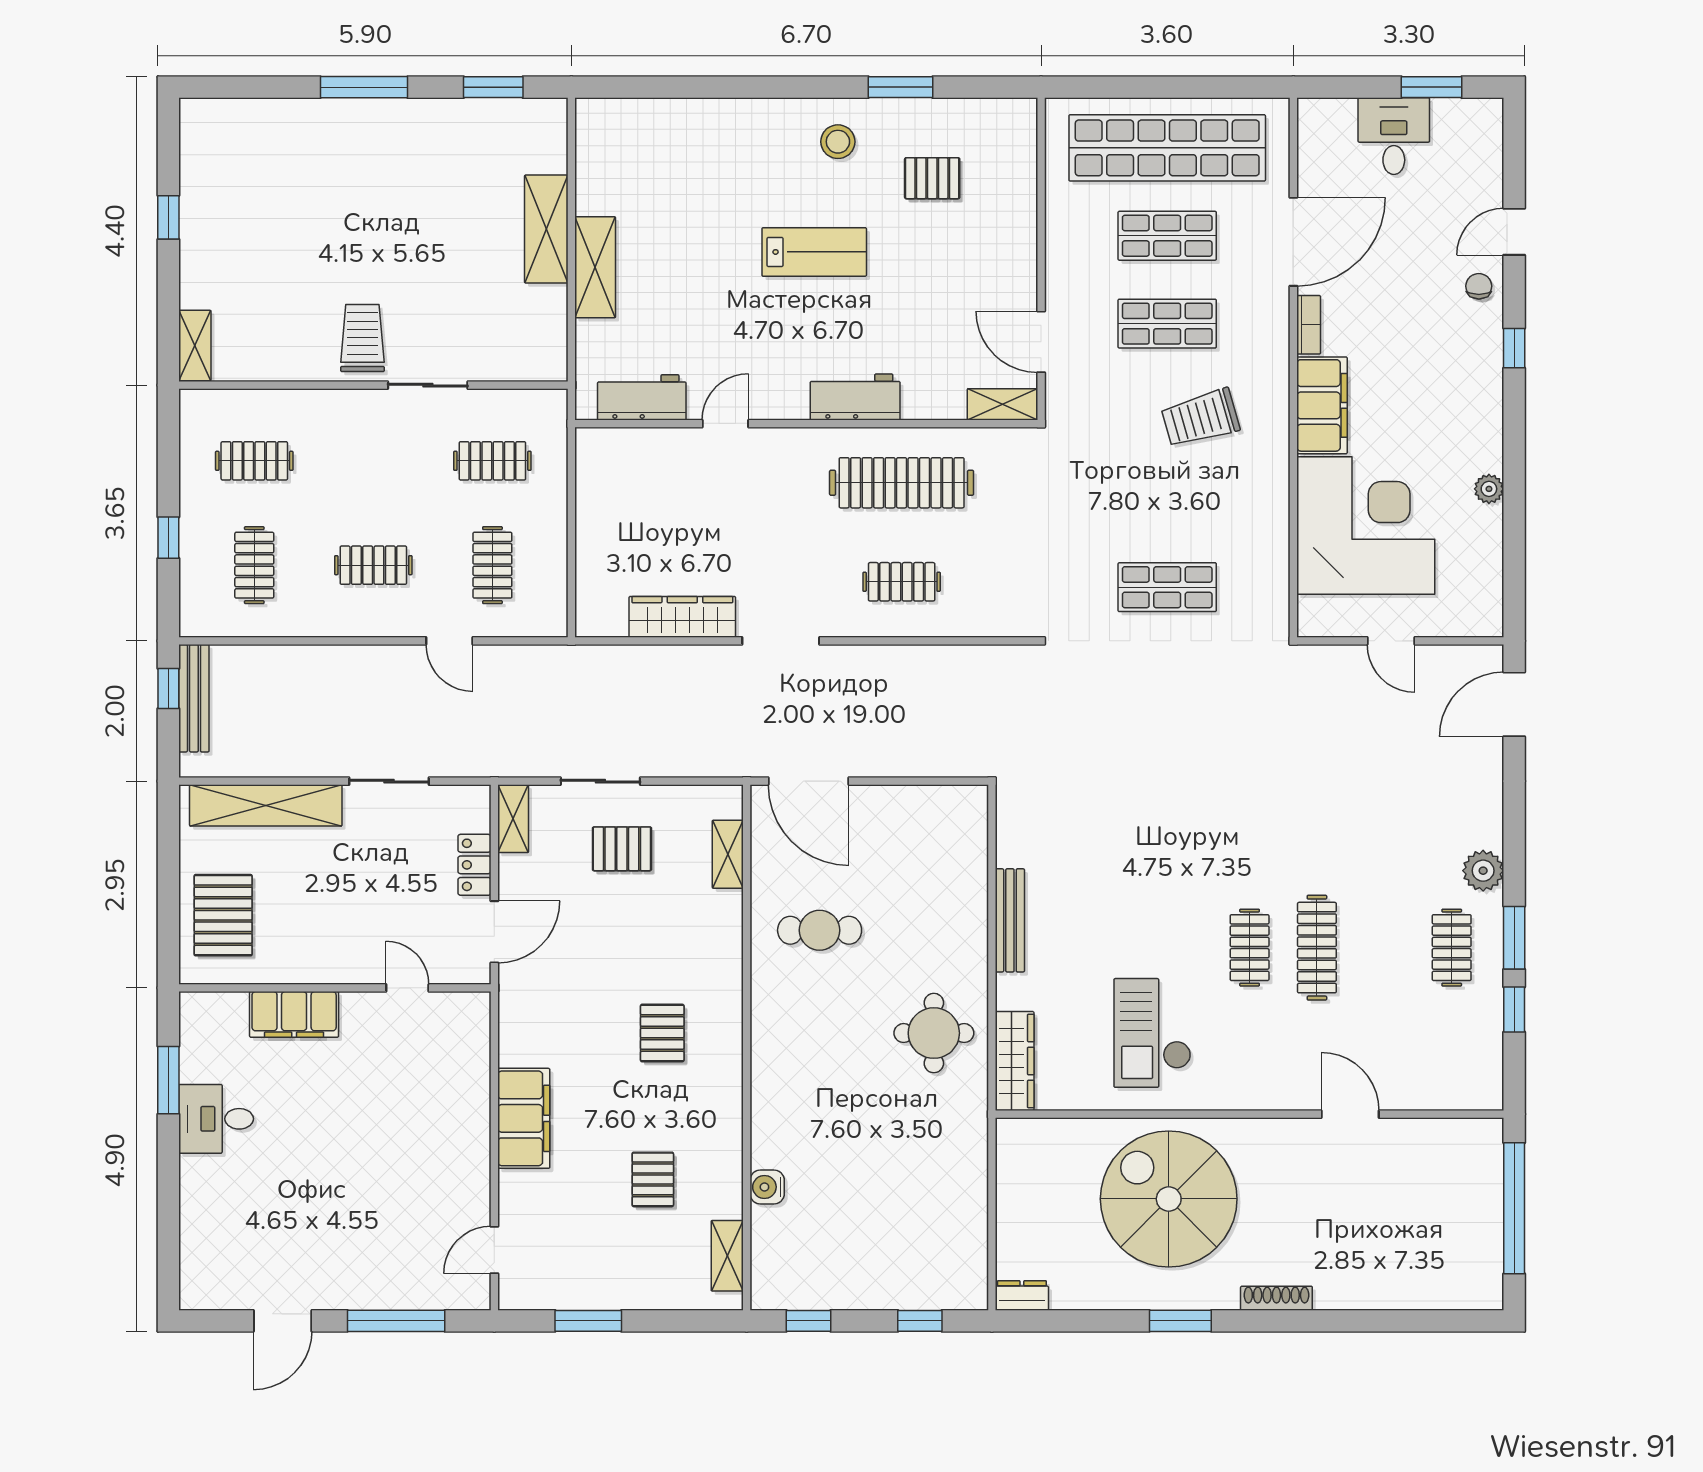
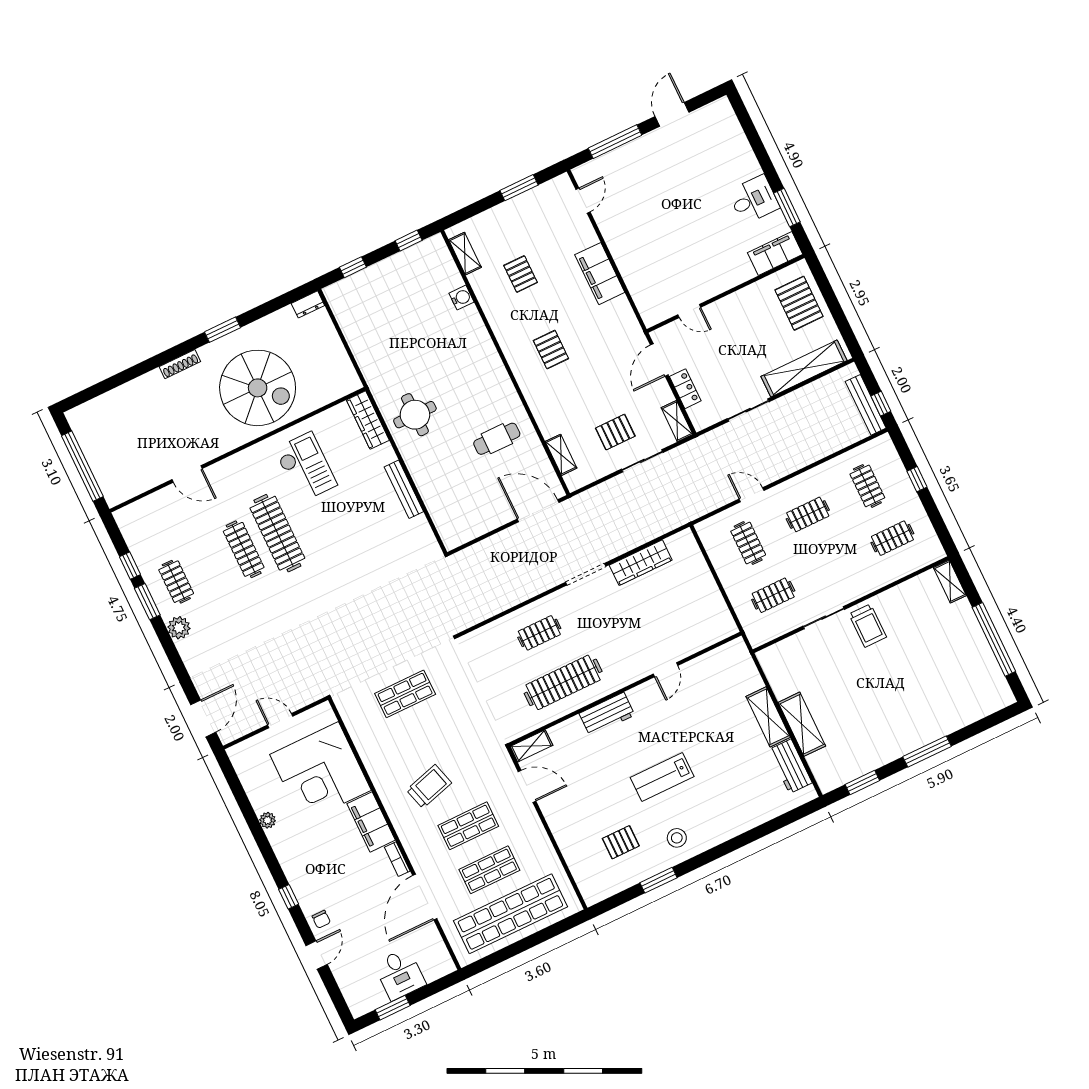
window: (168, 217) -> (994, 639), width x3.17
workbench: (642, 397) -> (790, 766), moved, turned 90
clothes rail: (1250, 948) -> (277, 533), width x1.86, depth x1.31
filing cabinet: (294, 1014) -> (775, 254), moved

